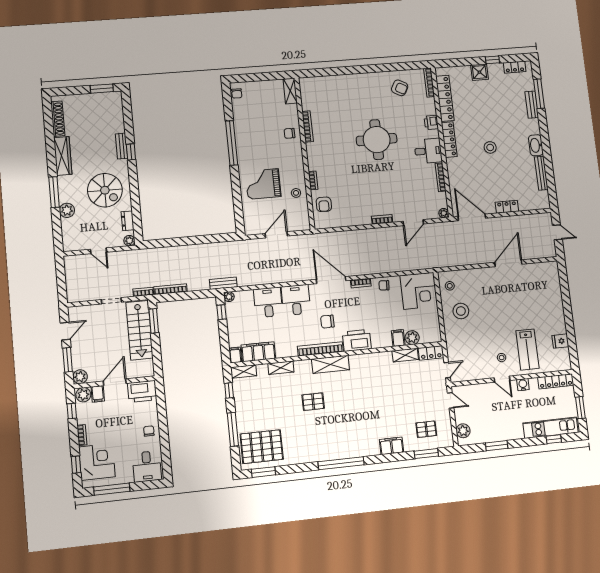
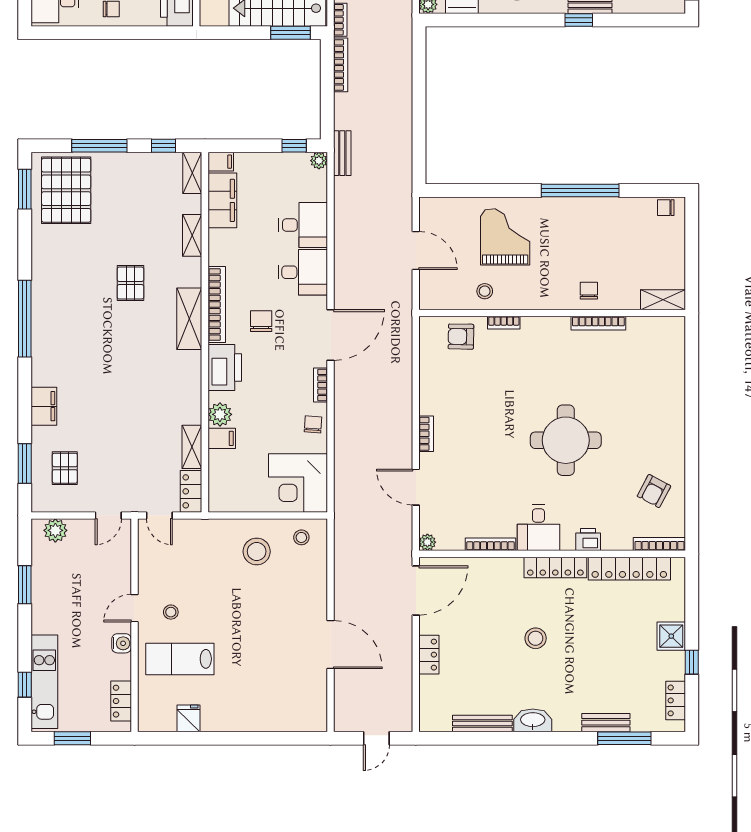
plant: (412, 338) -> (220, 414), moved
locker: (556, 381) -> (121, 701), width x0.66

